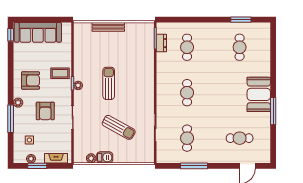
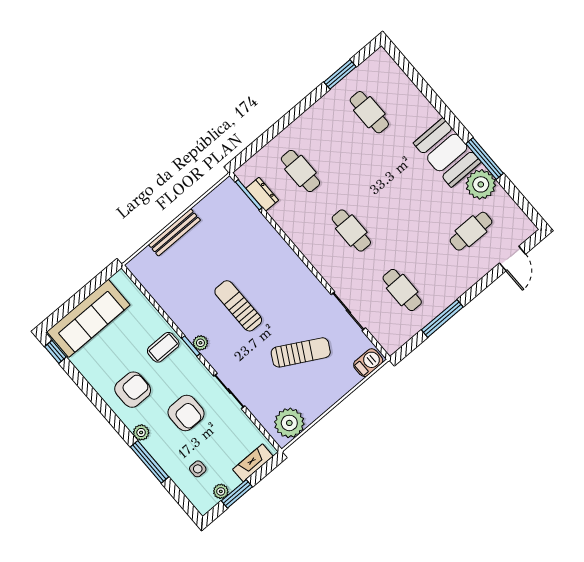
plant: (262, 121) -> (481, 184), added
barbecue: (105, 157) -> (368, 363), moved
plant: (91, 158) -> (289, 423), width x1.87, depth x1.87

